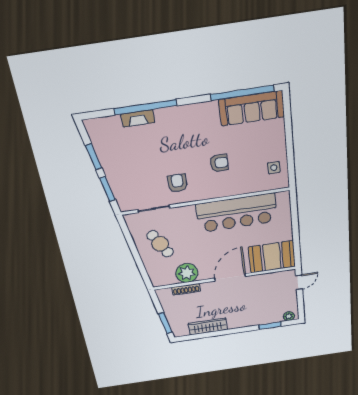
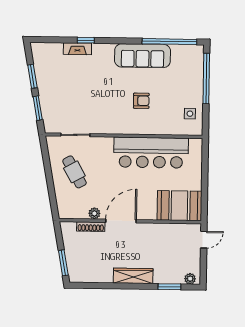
window: (145, 107) -> (86, 40), width x0.32
sofa: (252, 108) -> (143, 56), moved
window: (288, 128) -> (206, 79), added
armchair: (177, 183) -> (101, 113), removed
plant: (187, 273) -> (94, 213), width x0.53, depth x0.53
door: (230, 277) -> (121, 221), moved
wardrobe: (208, 327) -> (133, 276), moved

